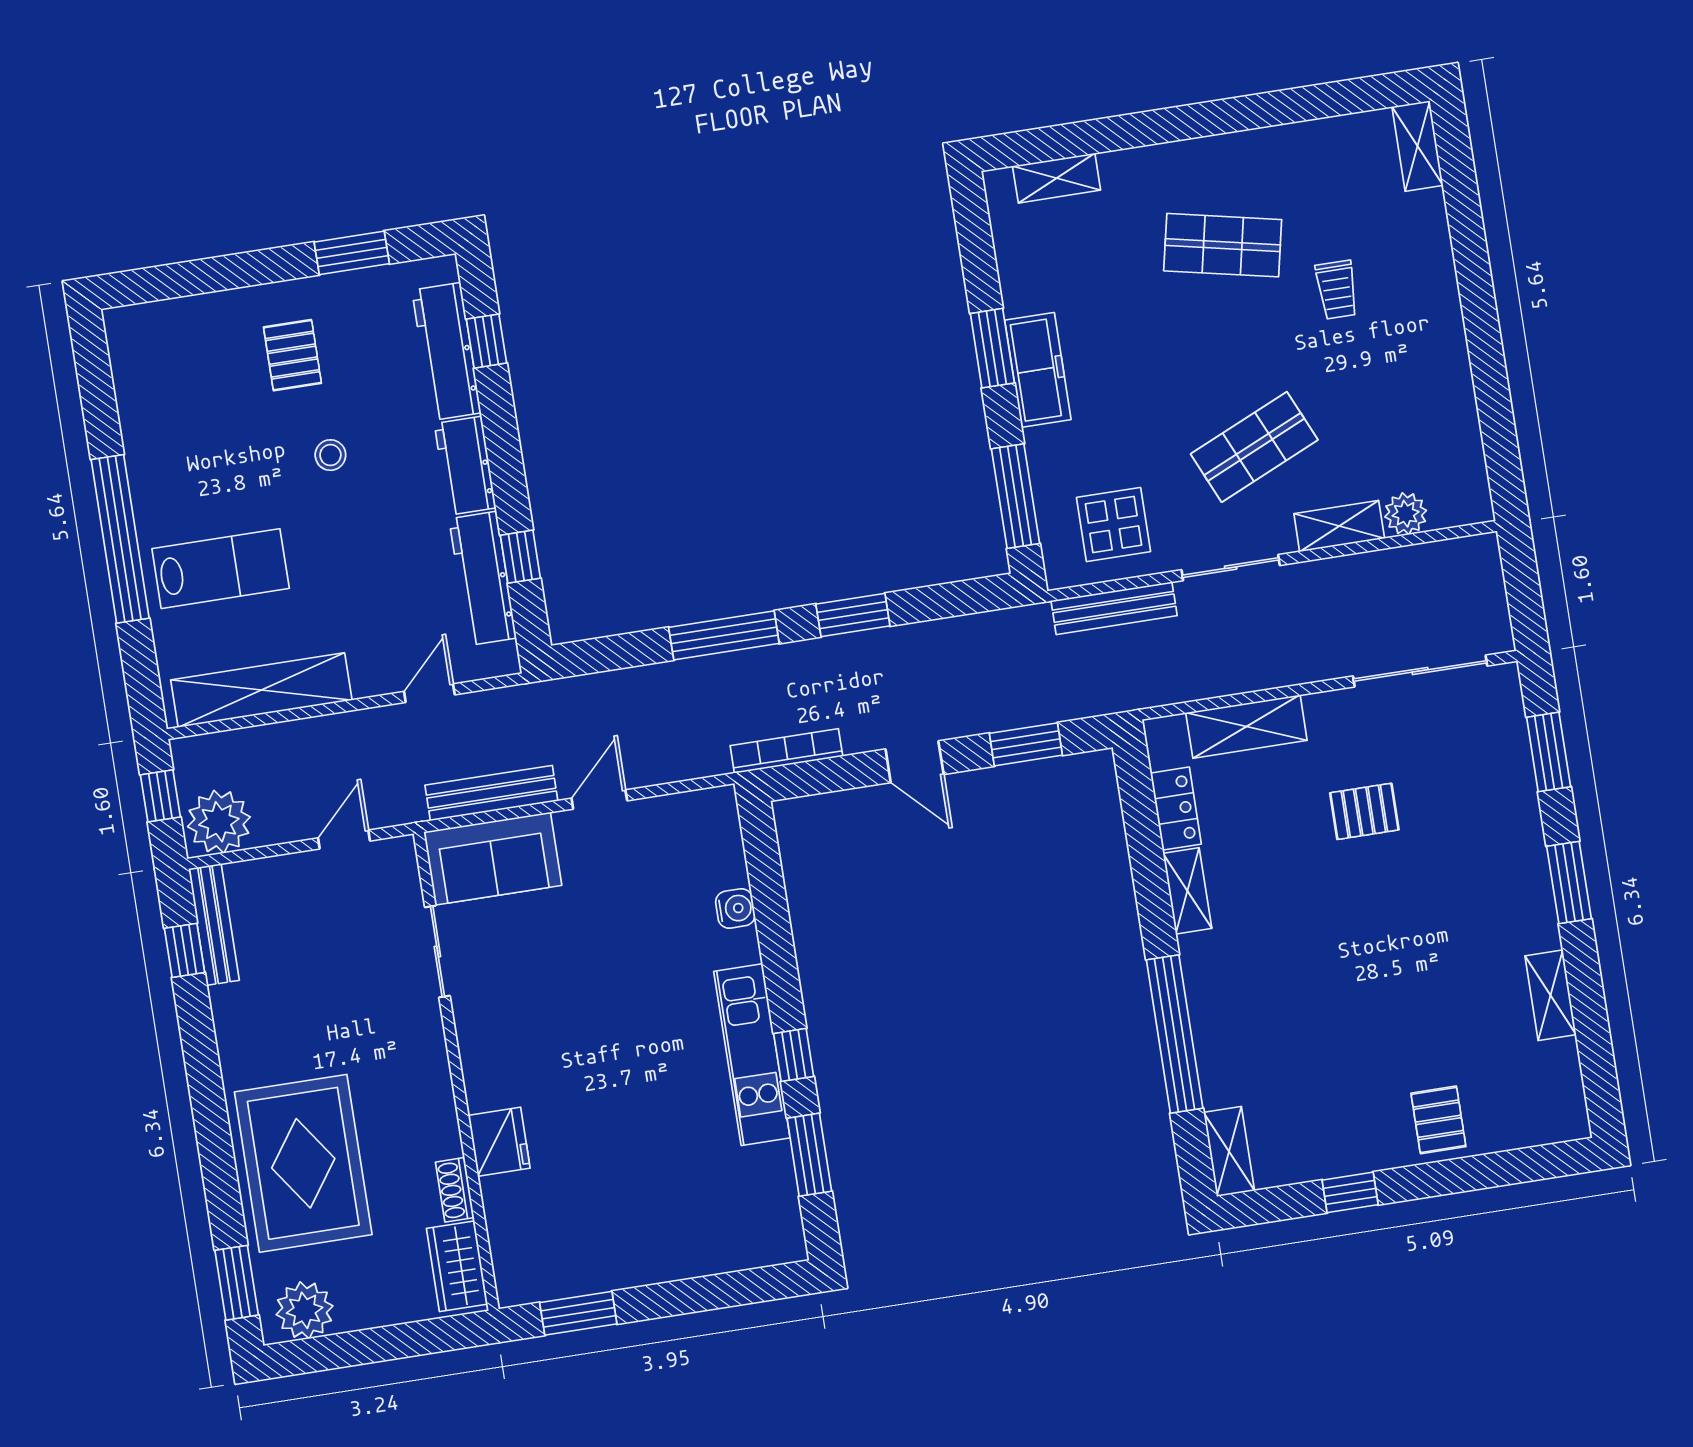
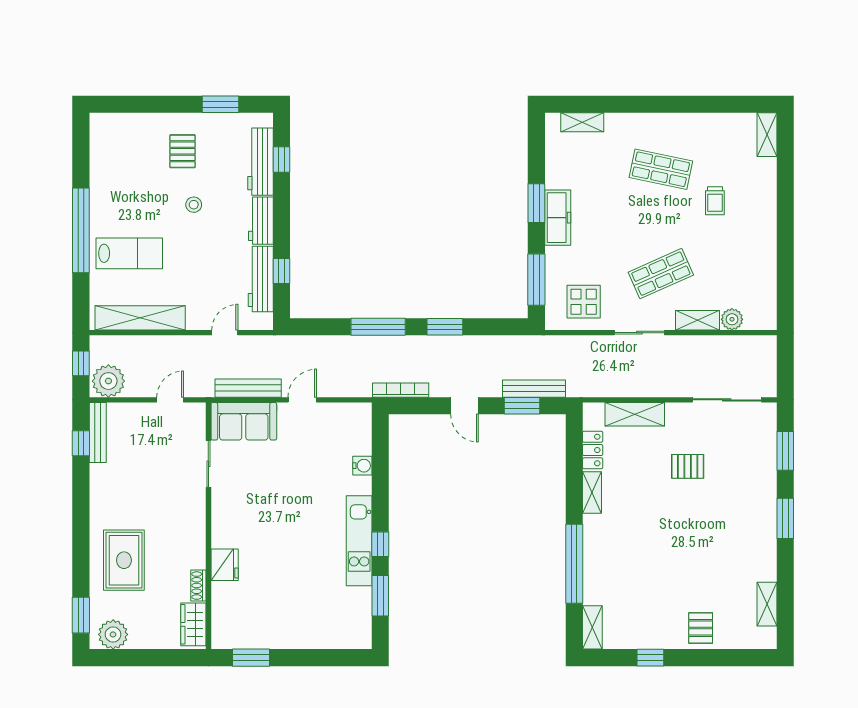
bench: (1114, 608) -> (534, 389), moved
shelving: (1551, 995) -> (767, 604), moved
rug: (303, 1163) -> (124, 560), width x0.73, depth x0.69

